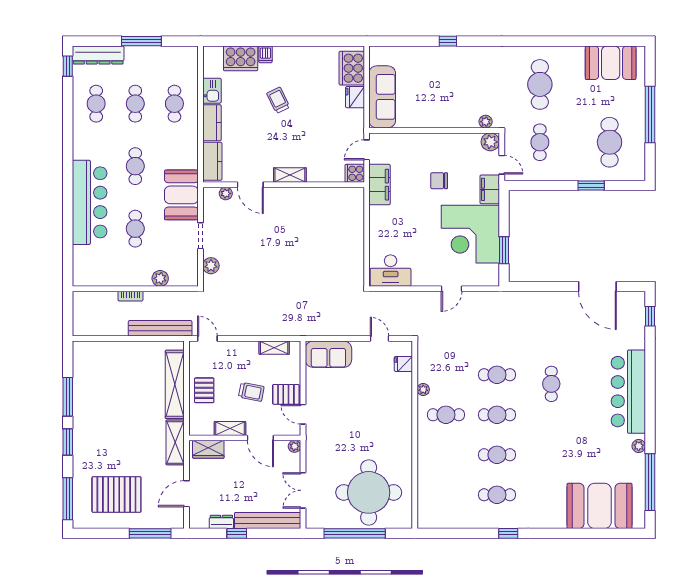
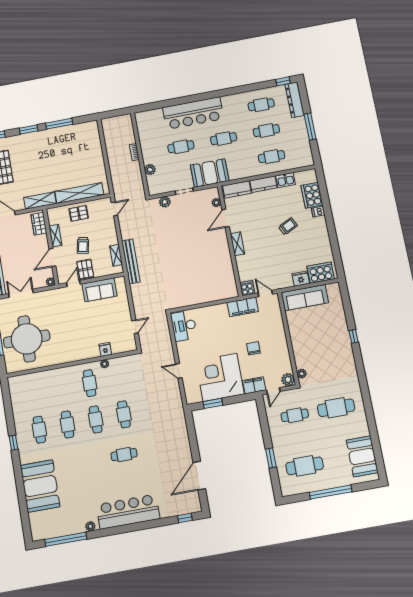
bench: (160, 328) -> (131, 261), moved
sofa: (328, 354) -> (100, 290), moved, turned -90
fridge: (403, 364) -> (105, 349), moved
booth: (600, 506) -> (40, 486), moved

